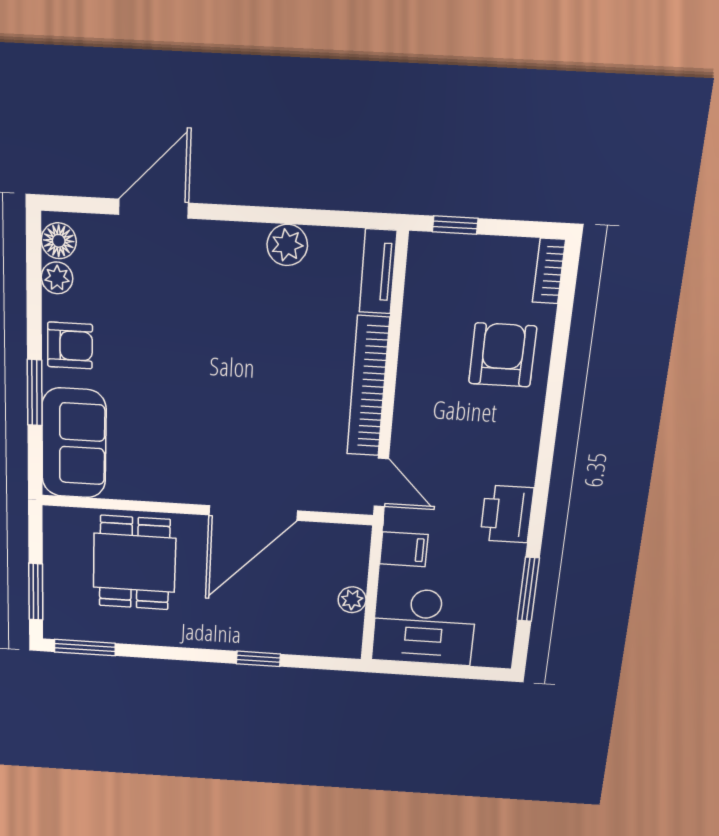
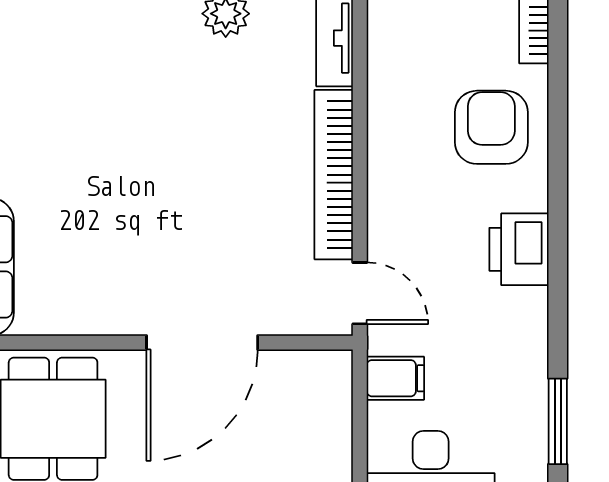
printer: (507, 514) -> (519, 249), moved
plant: (352, 600) -> (335, 450), removed

